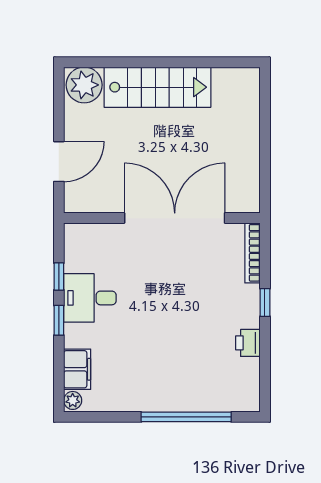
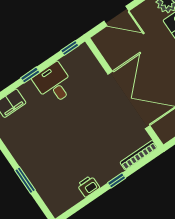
window: (59, 277) -> (70, 48), moved
window: (186, 417) -> (25, 180), width x0.47

